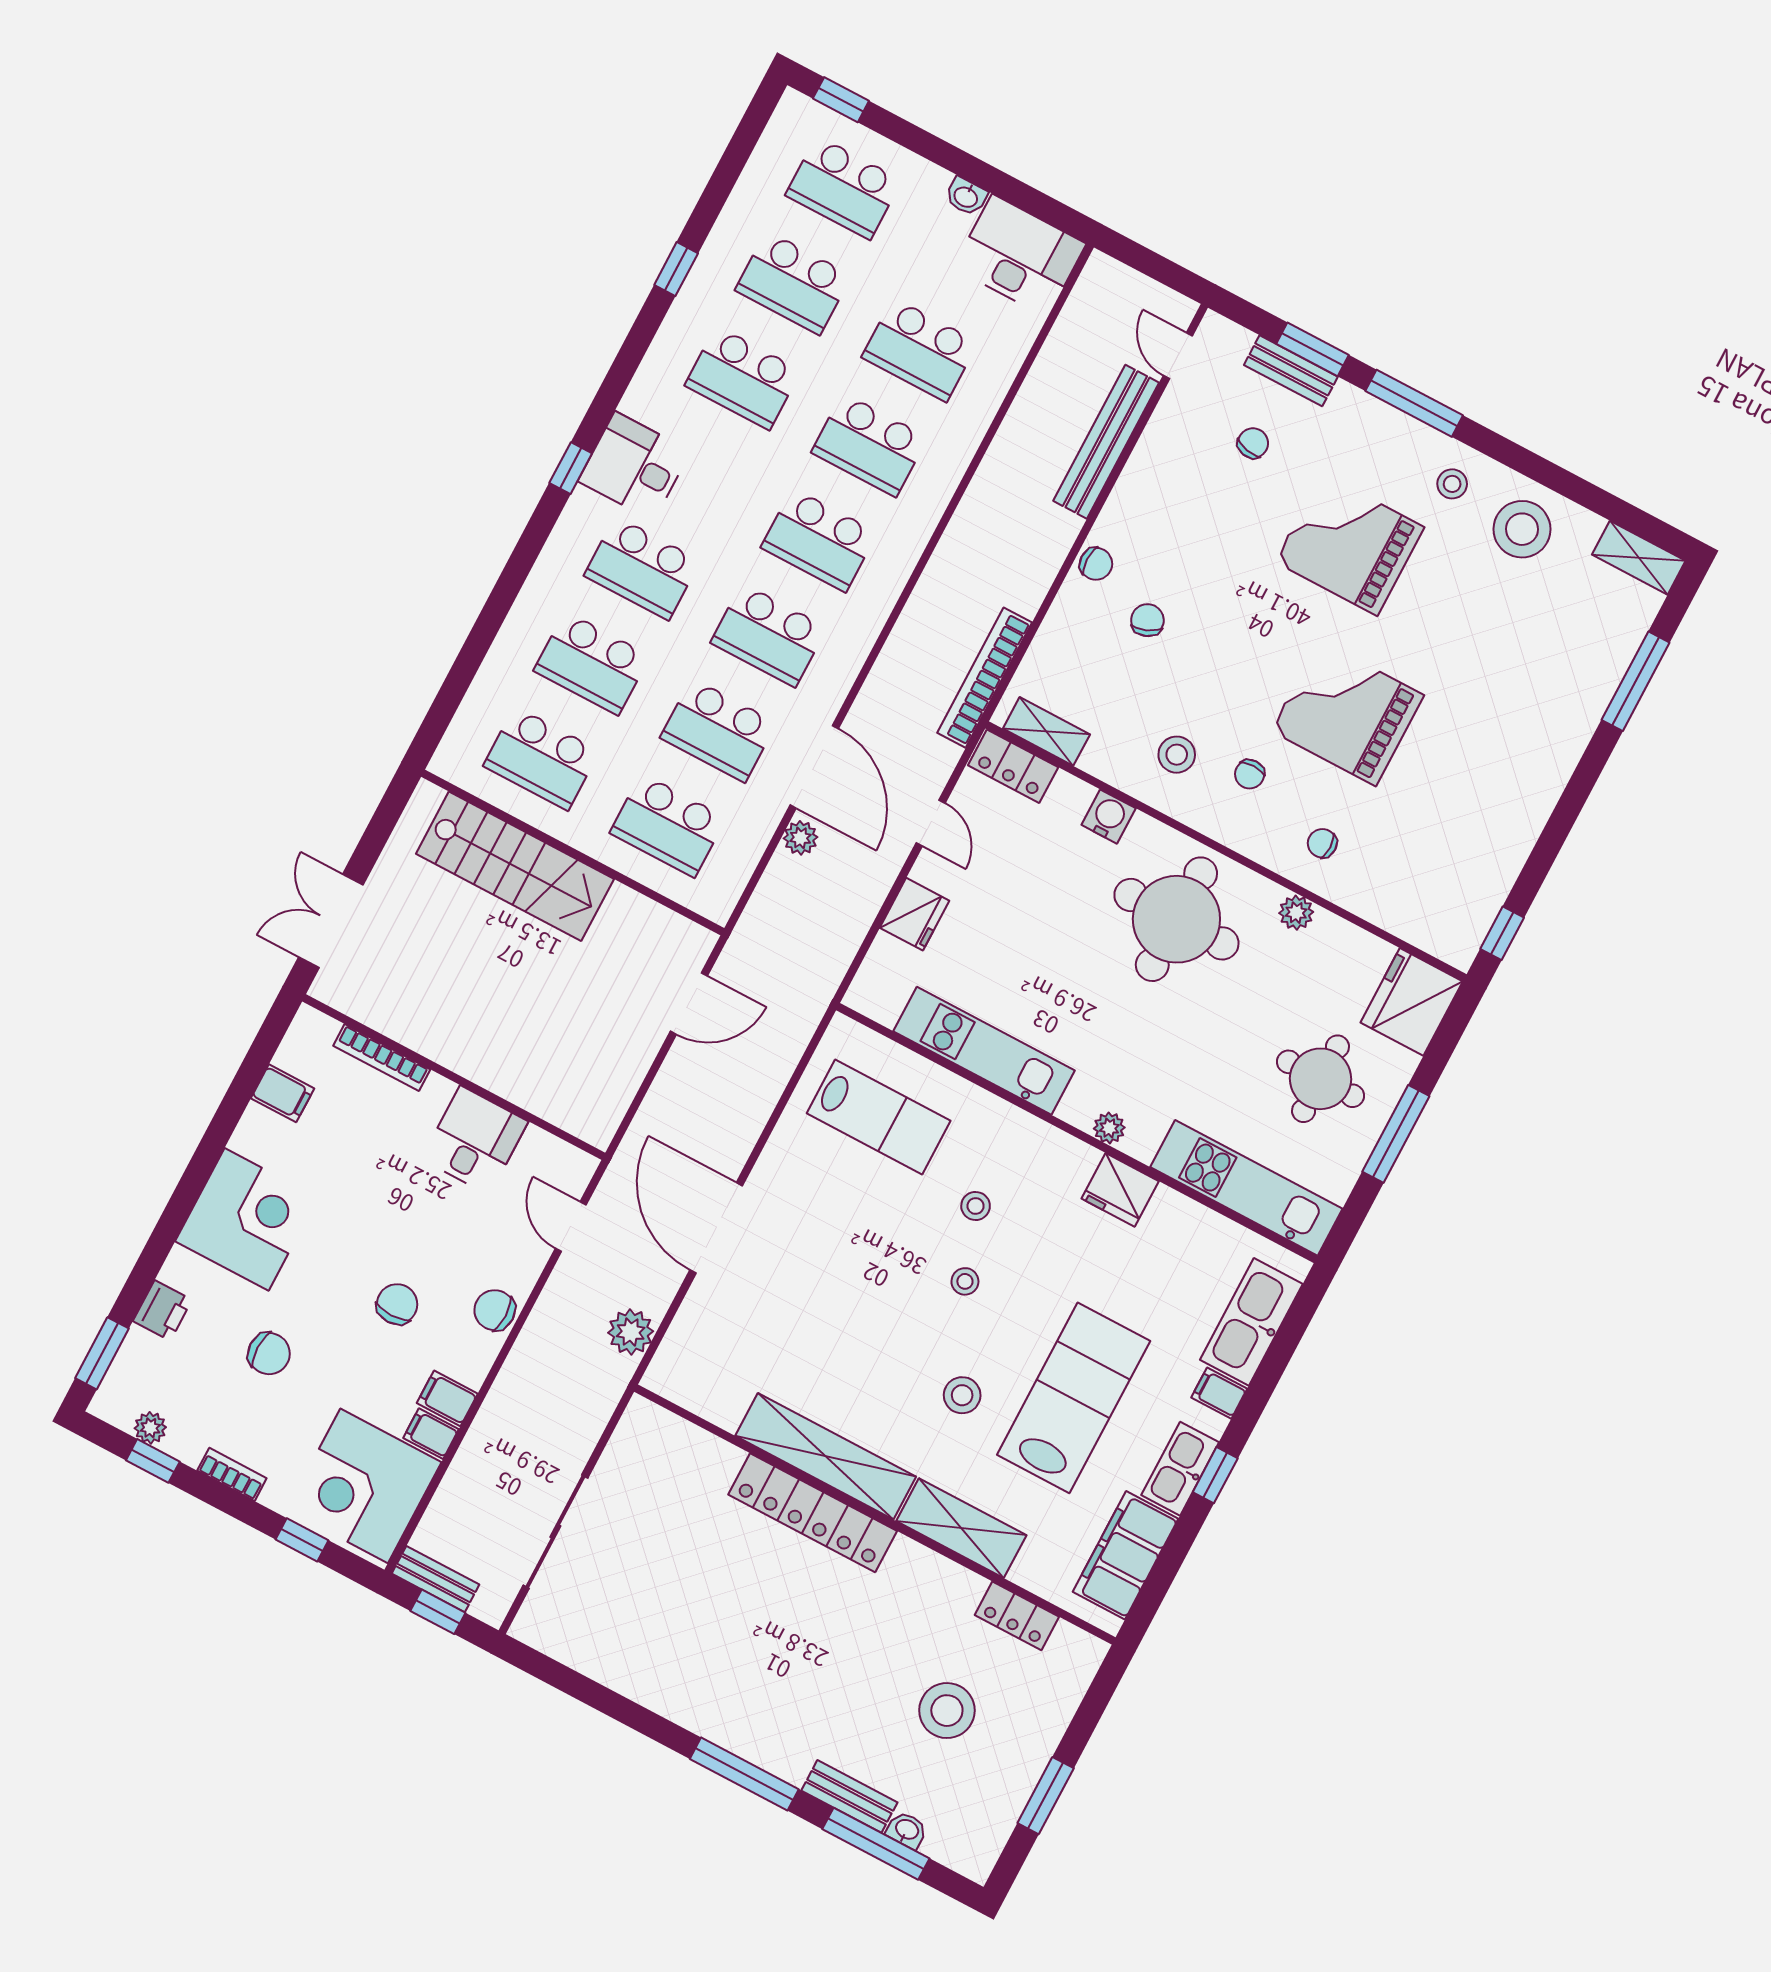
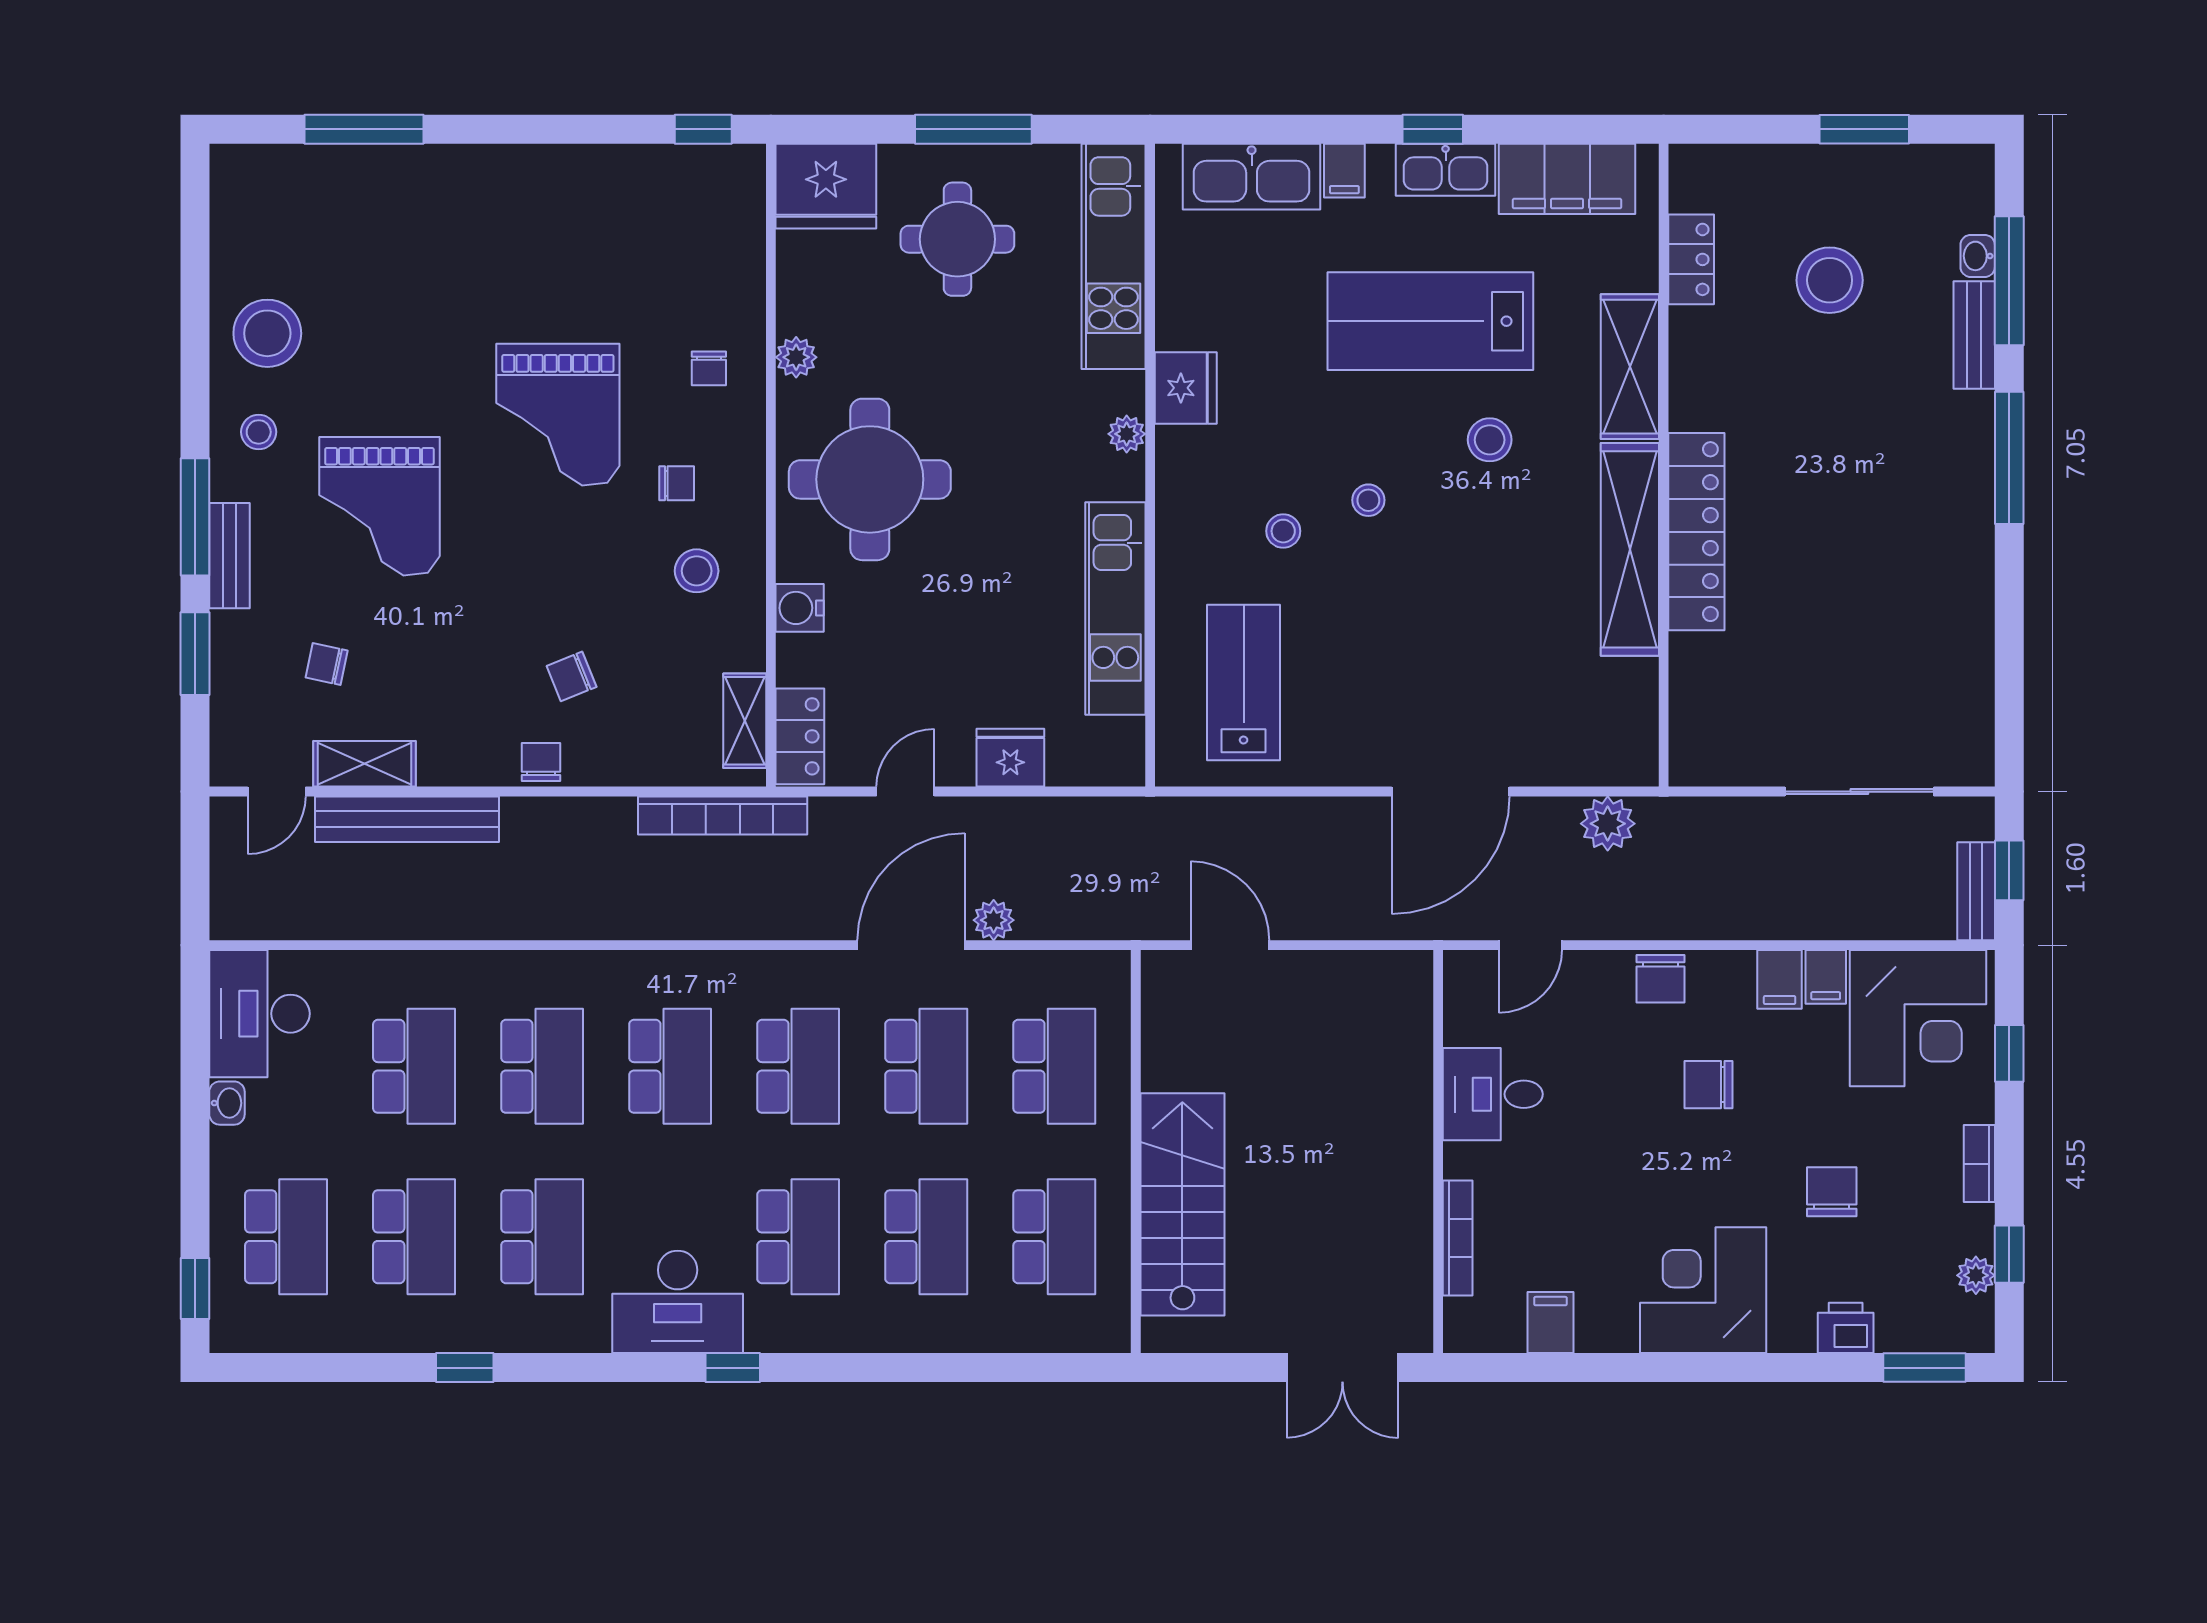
bench: (1291, 371) -> (229, 556), moved
desk: (634, 466) -> (678, 1302), width x1.37
shelving: (1639, 558) -> (365, 764), moved, turned 90

